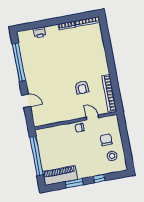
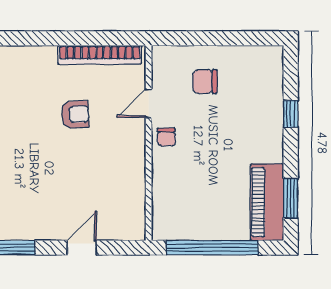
stool: (112, 156) -> (244, 75), removed
window: (74, 183) -> (291, 198), moved

